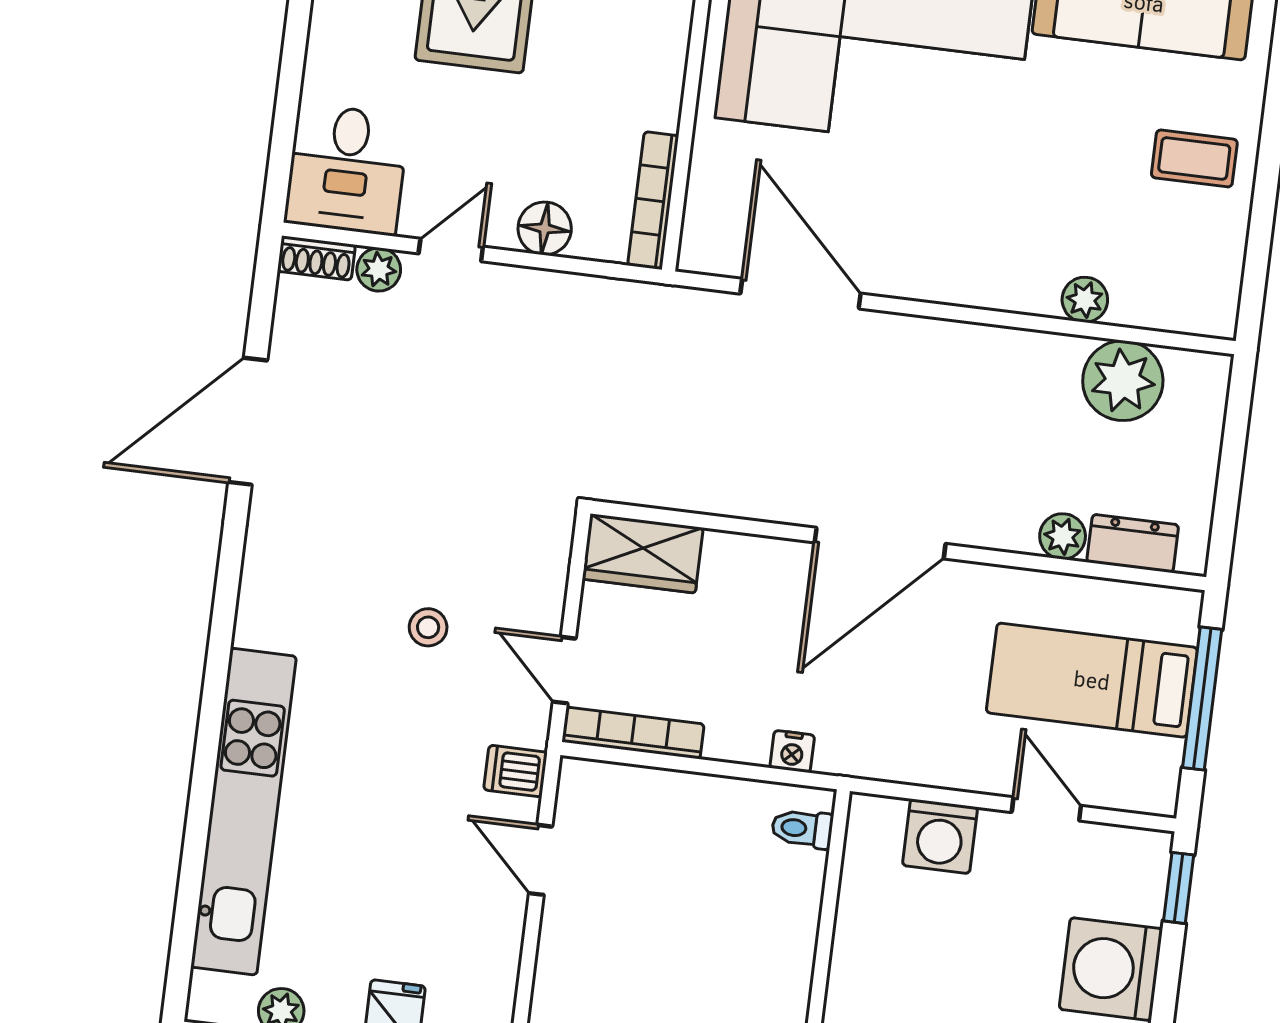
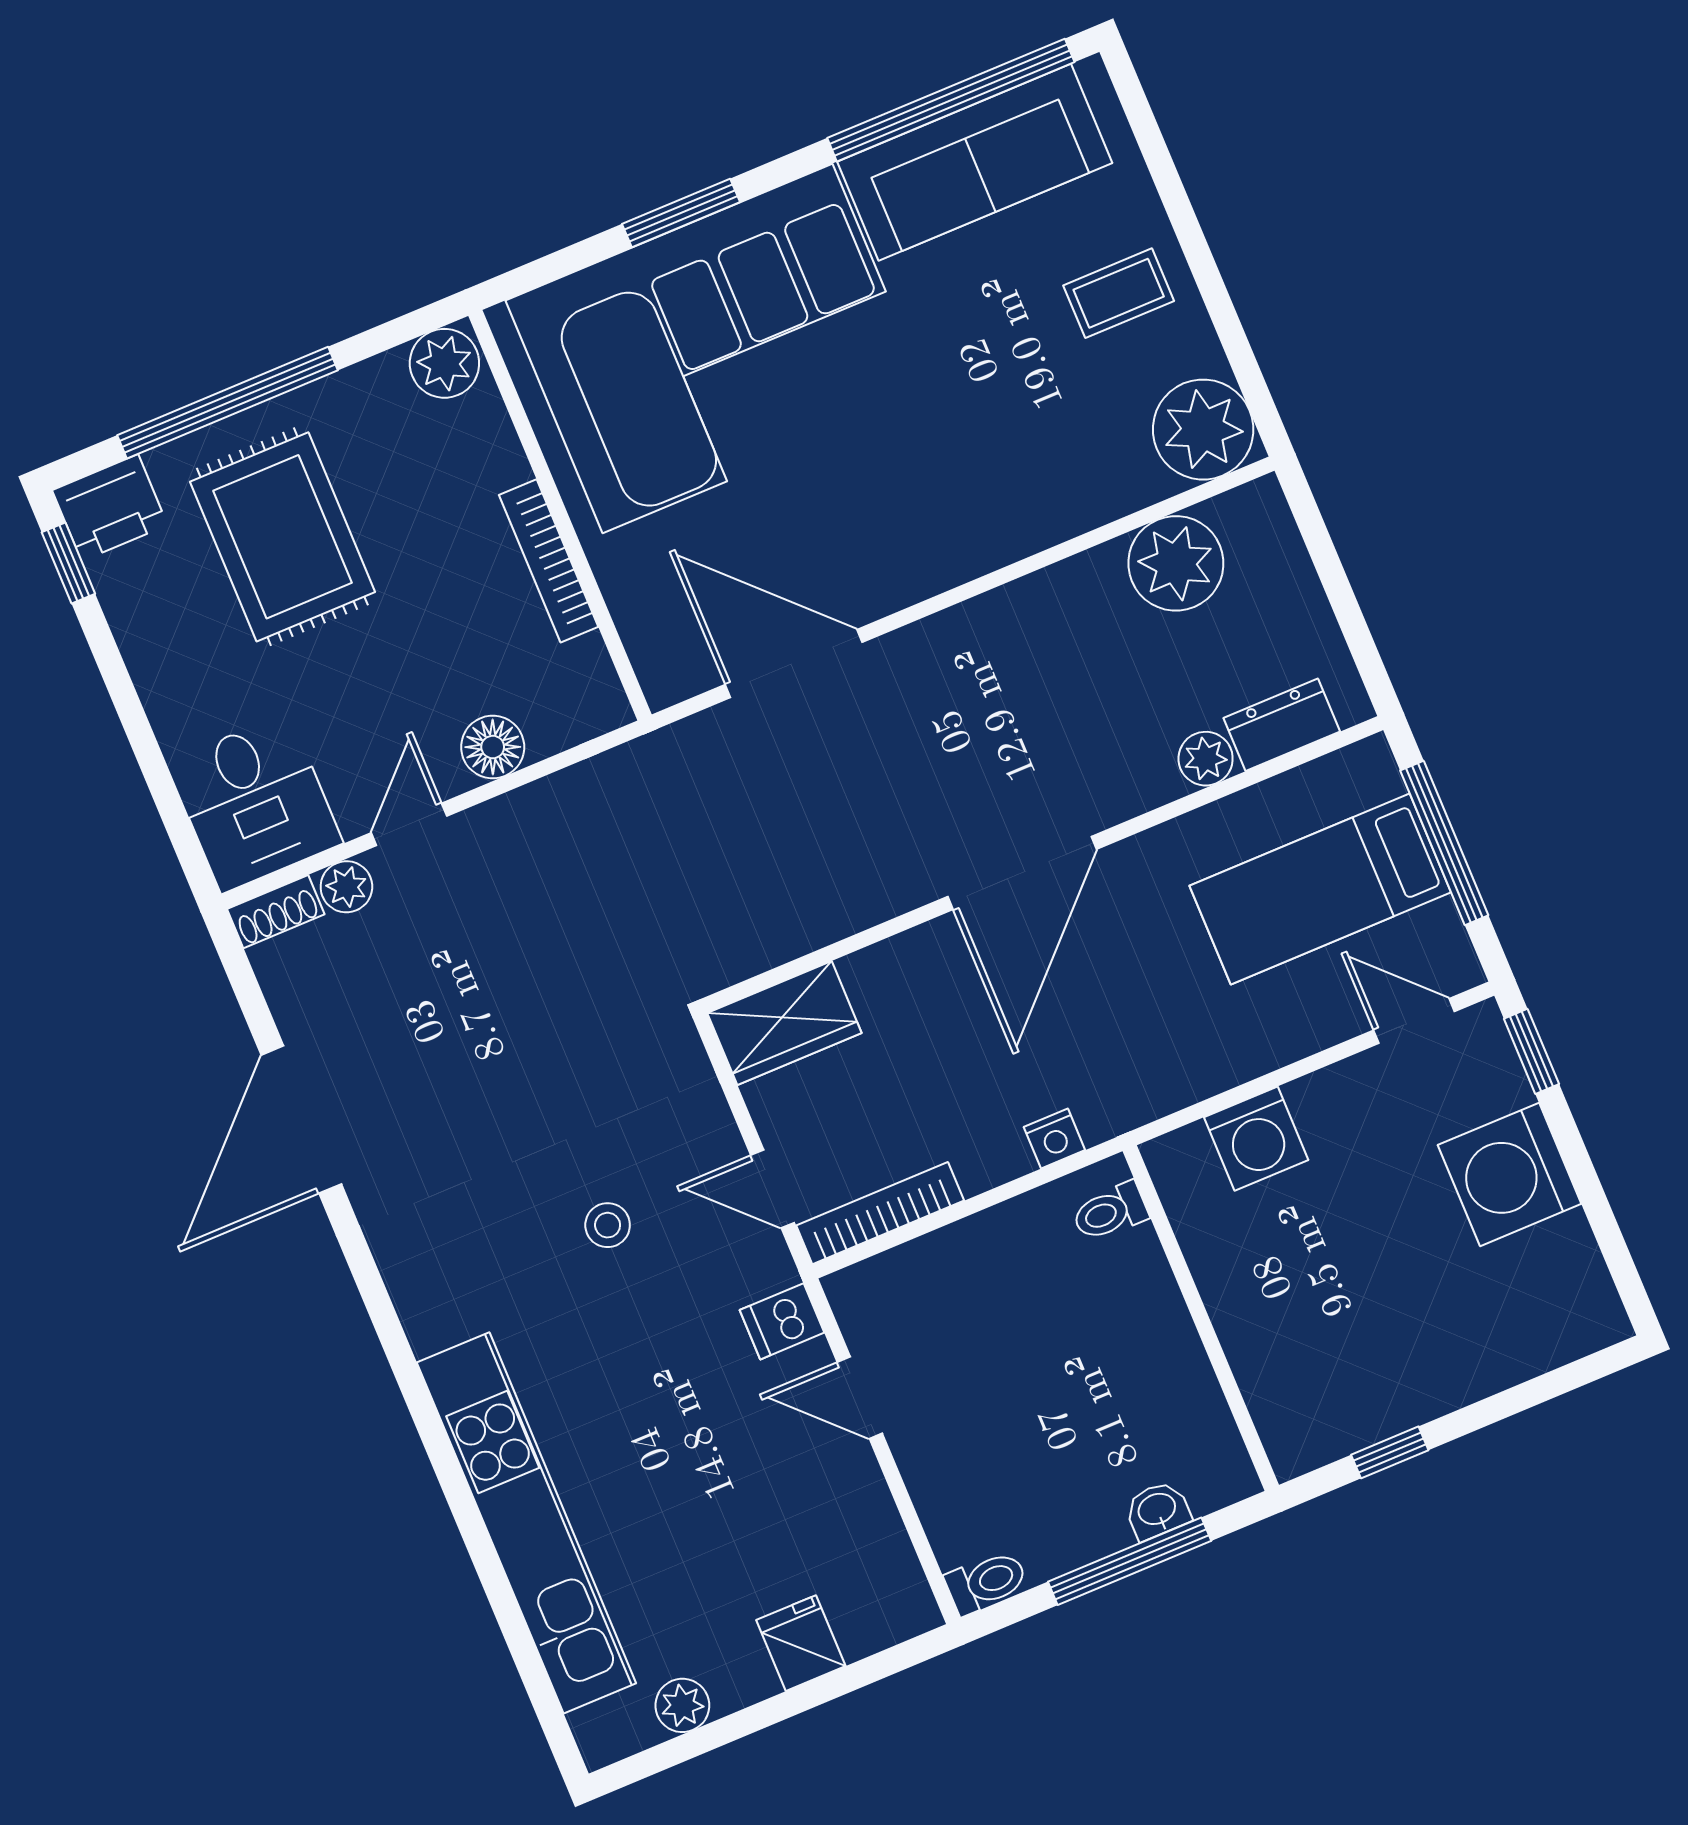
bookcase: (653, 201) -> (549, 561), moved
plant: (1085, 300) -> (1203, 430), moved, width x1.87, depth x1.87
door: (1046, 809) -> (1414, 1021), moved

